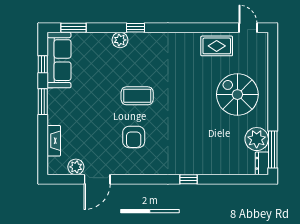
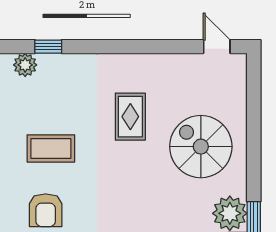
rug: (217, 46) -> (130, 117), moved, turned 90

